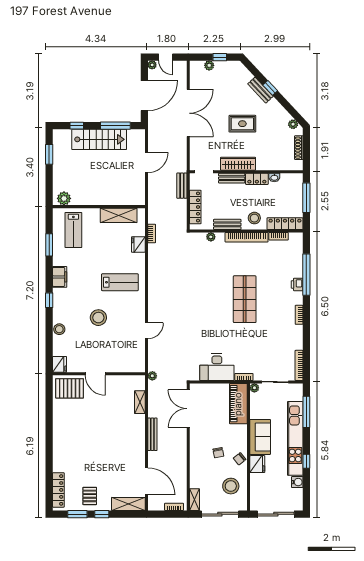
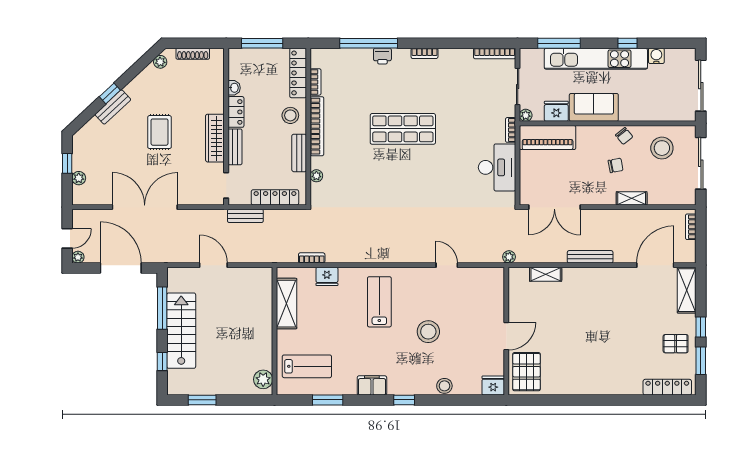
fridge: (257, 464) -> (556, 111), moved
shelving: (195, 500) -> (632, 198), moved

